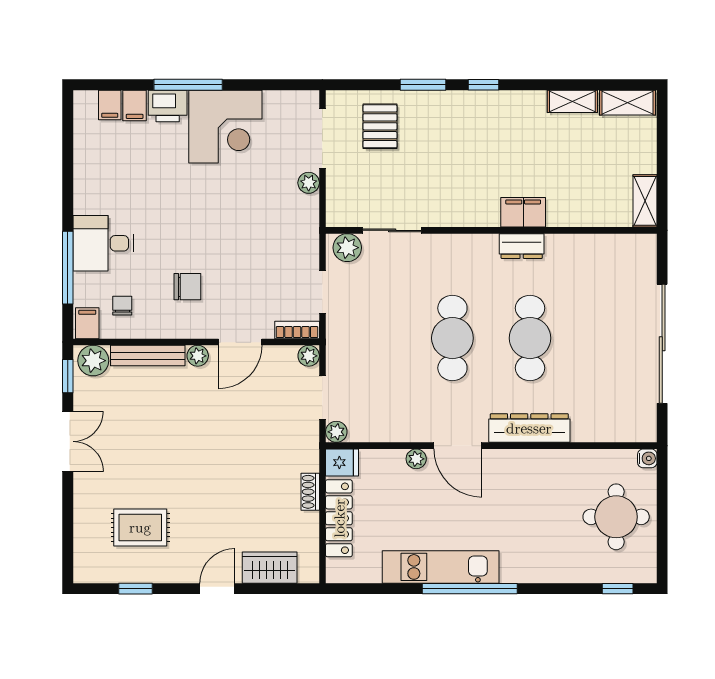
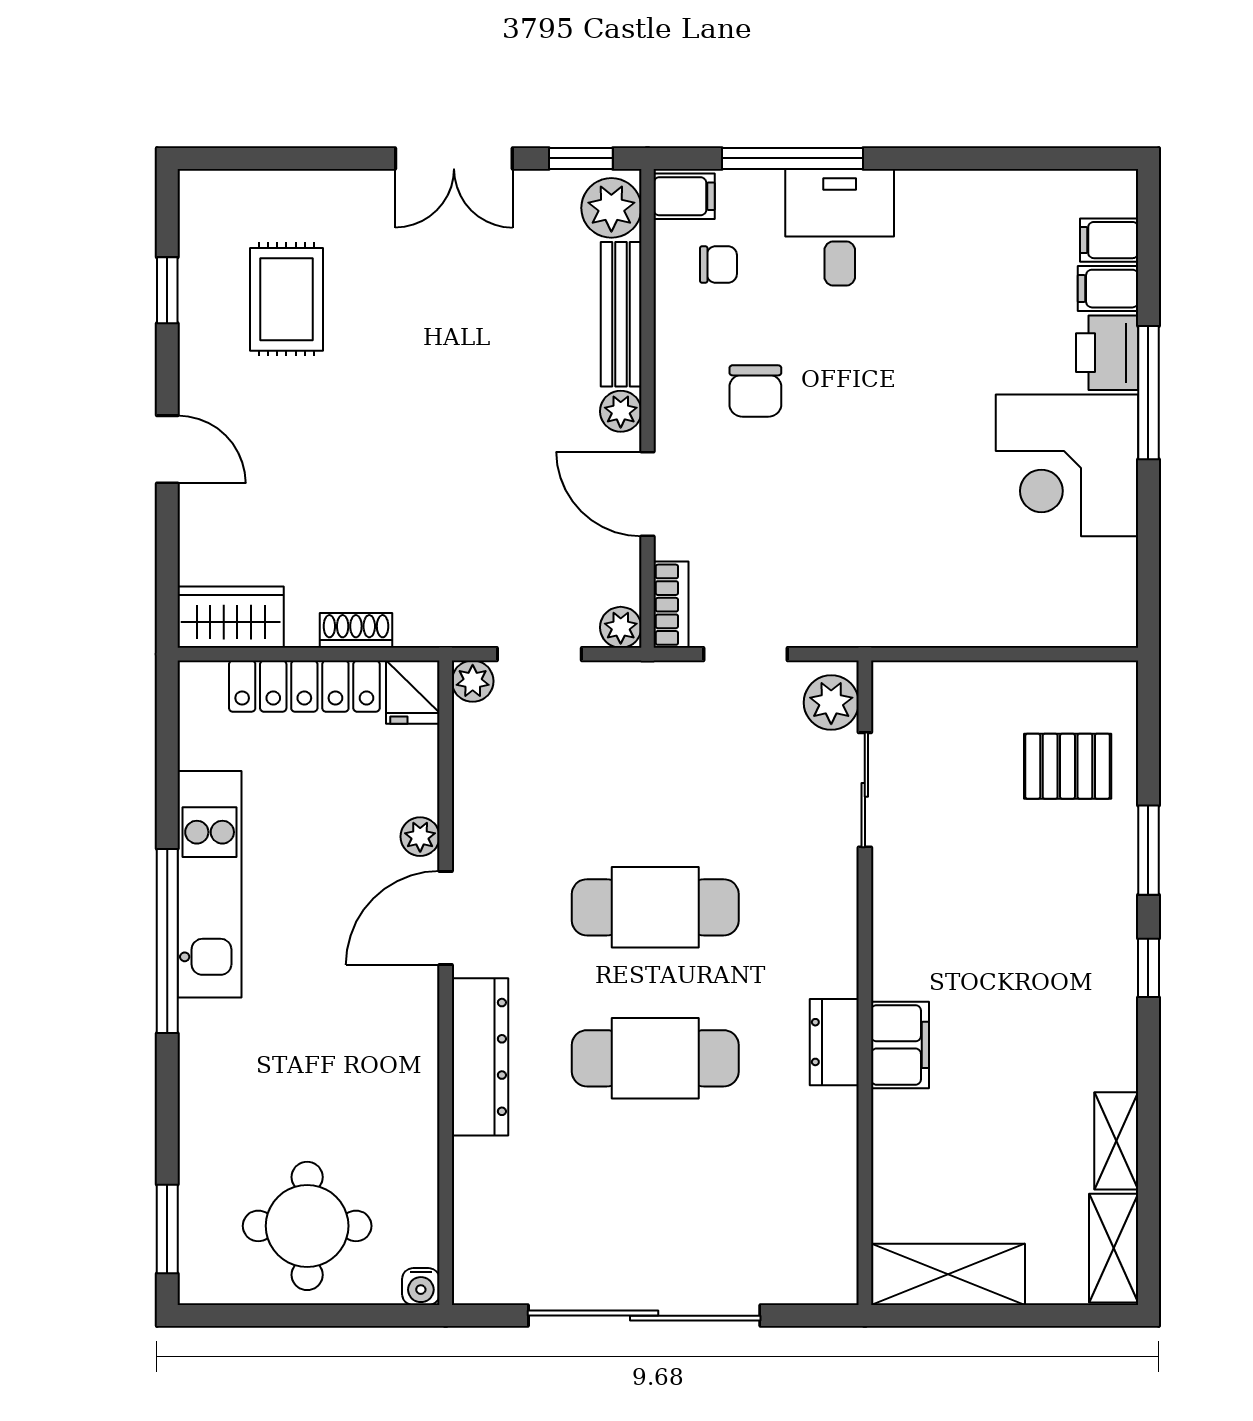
doorway: (322, 139) -> (1043, 654), removed
plant: (309, 183) -> (957, 627), removed
shelving: (645, 201) -> (948, 1274), width x1.50, depth x1.33
wardrobe: (270, 568) -> (231, 617), moved, turned -90
window: (618, 589) -> (167, 1229), width x1.50

